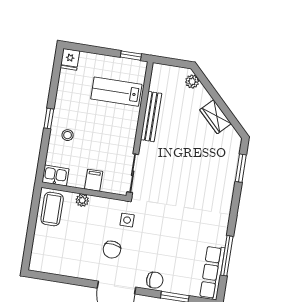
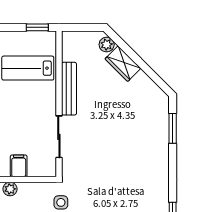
wardrobe: (216, 117) -> (123, 64), moved
sliding door: (133, 173) -> (59, 137), moved

